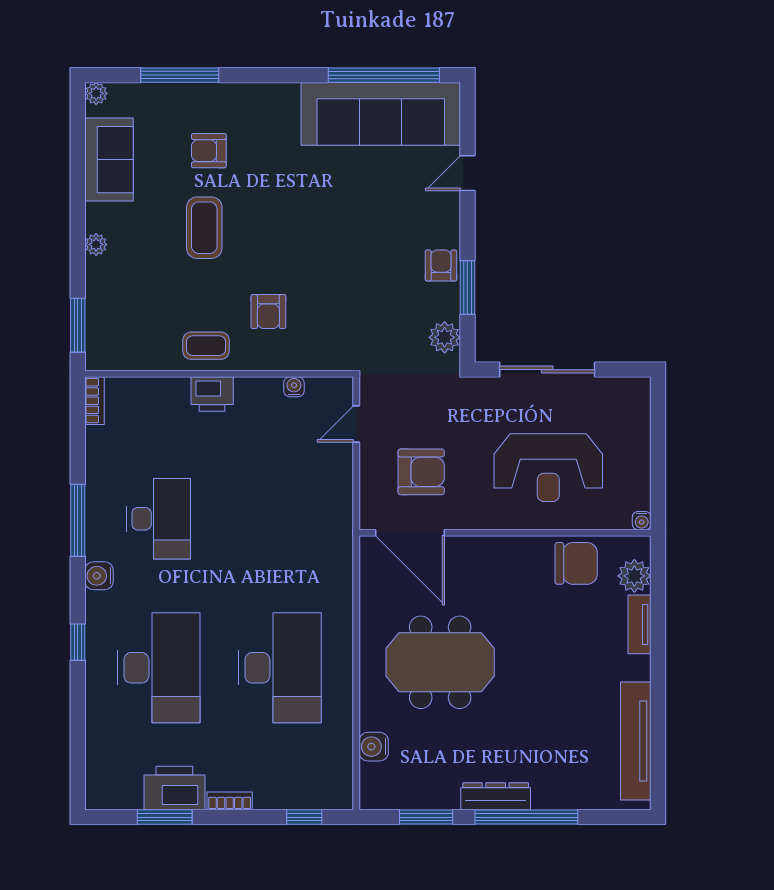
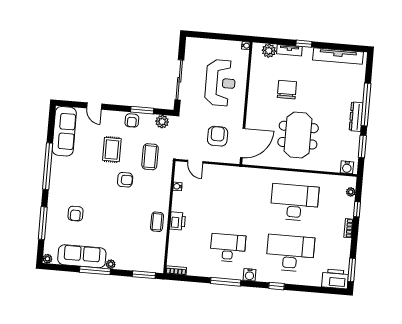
window: (384, 75) -> (48, 166), moved
sofa: (381, 114) -> (64, 131), width x0.74, depth x0.79
sofa: (109, 160) -> (82, 256), width x1.36
window: (78, 208) -> (95, 271), added
rug: (368, 224) -> (112, 150), added
coffee table: (204, 228) -> (150, 157), moved, turned 90
armchair: (441, 265) -> (132, 120), turned -90
armchair: (268, 311) -> (125, 180), moved
chair: (576, 563) -> (287, 90), moved
window: (658, 657) -> (304, 44), added
water cooler: (374, 747) -> (347, 167), moved
printer: (174, 788) -> (335, 279), moved, turned 90
plant: (316, 799) -> (351, 192), added
window: (165, 817) -> (352, 270), moved
window: (304, 817) -> (357, 209), moved

